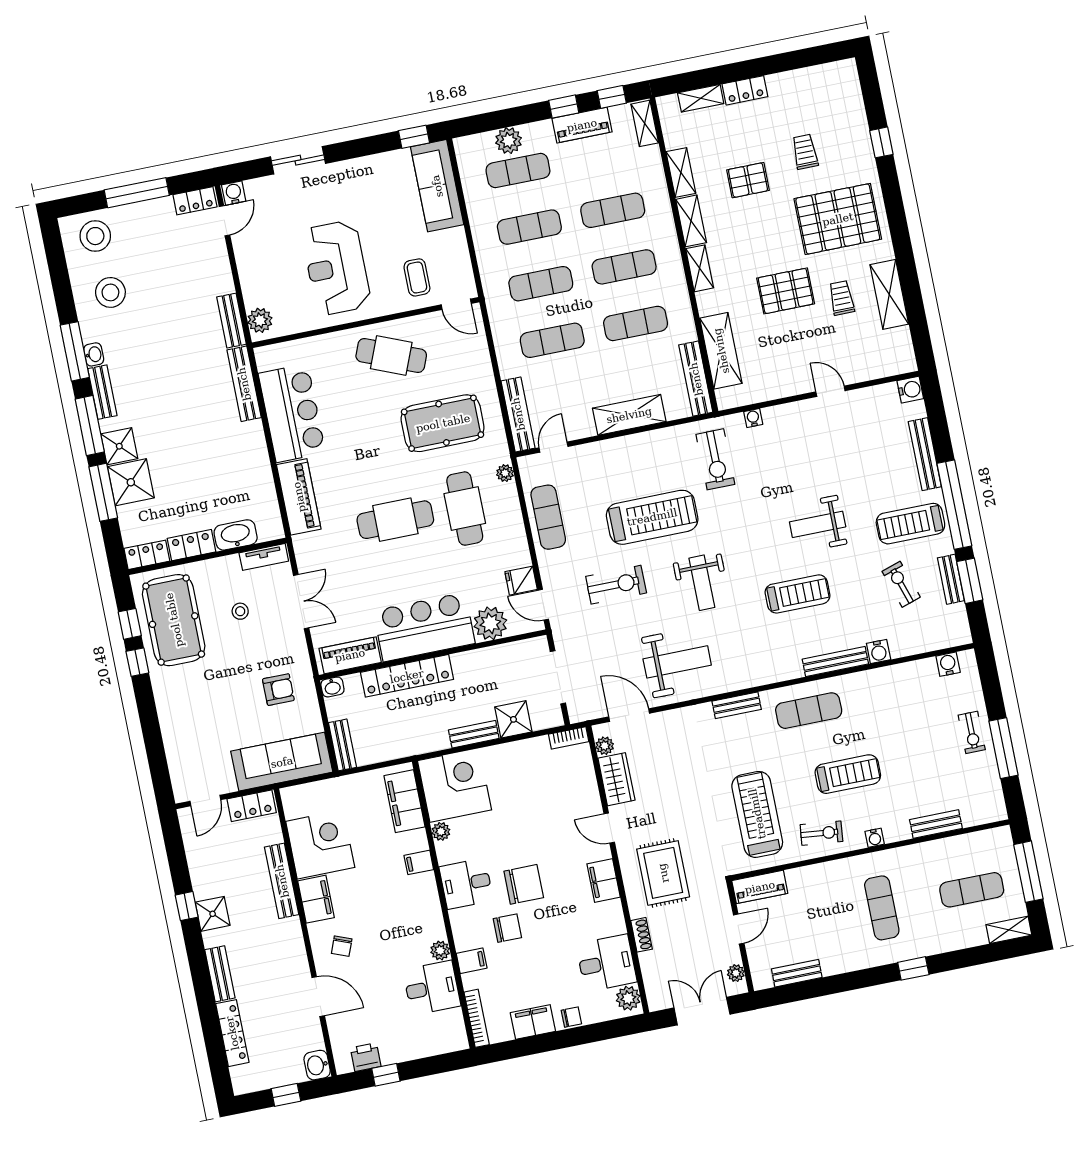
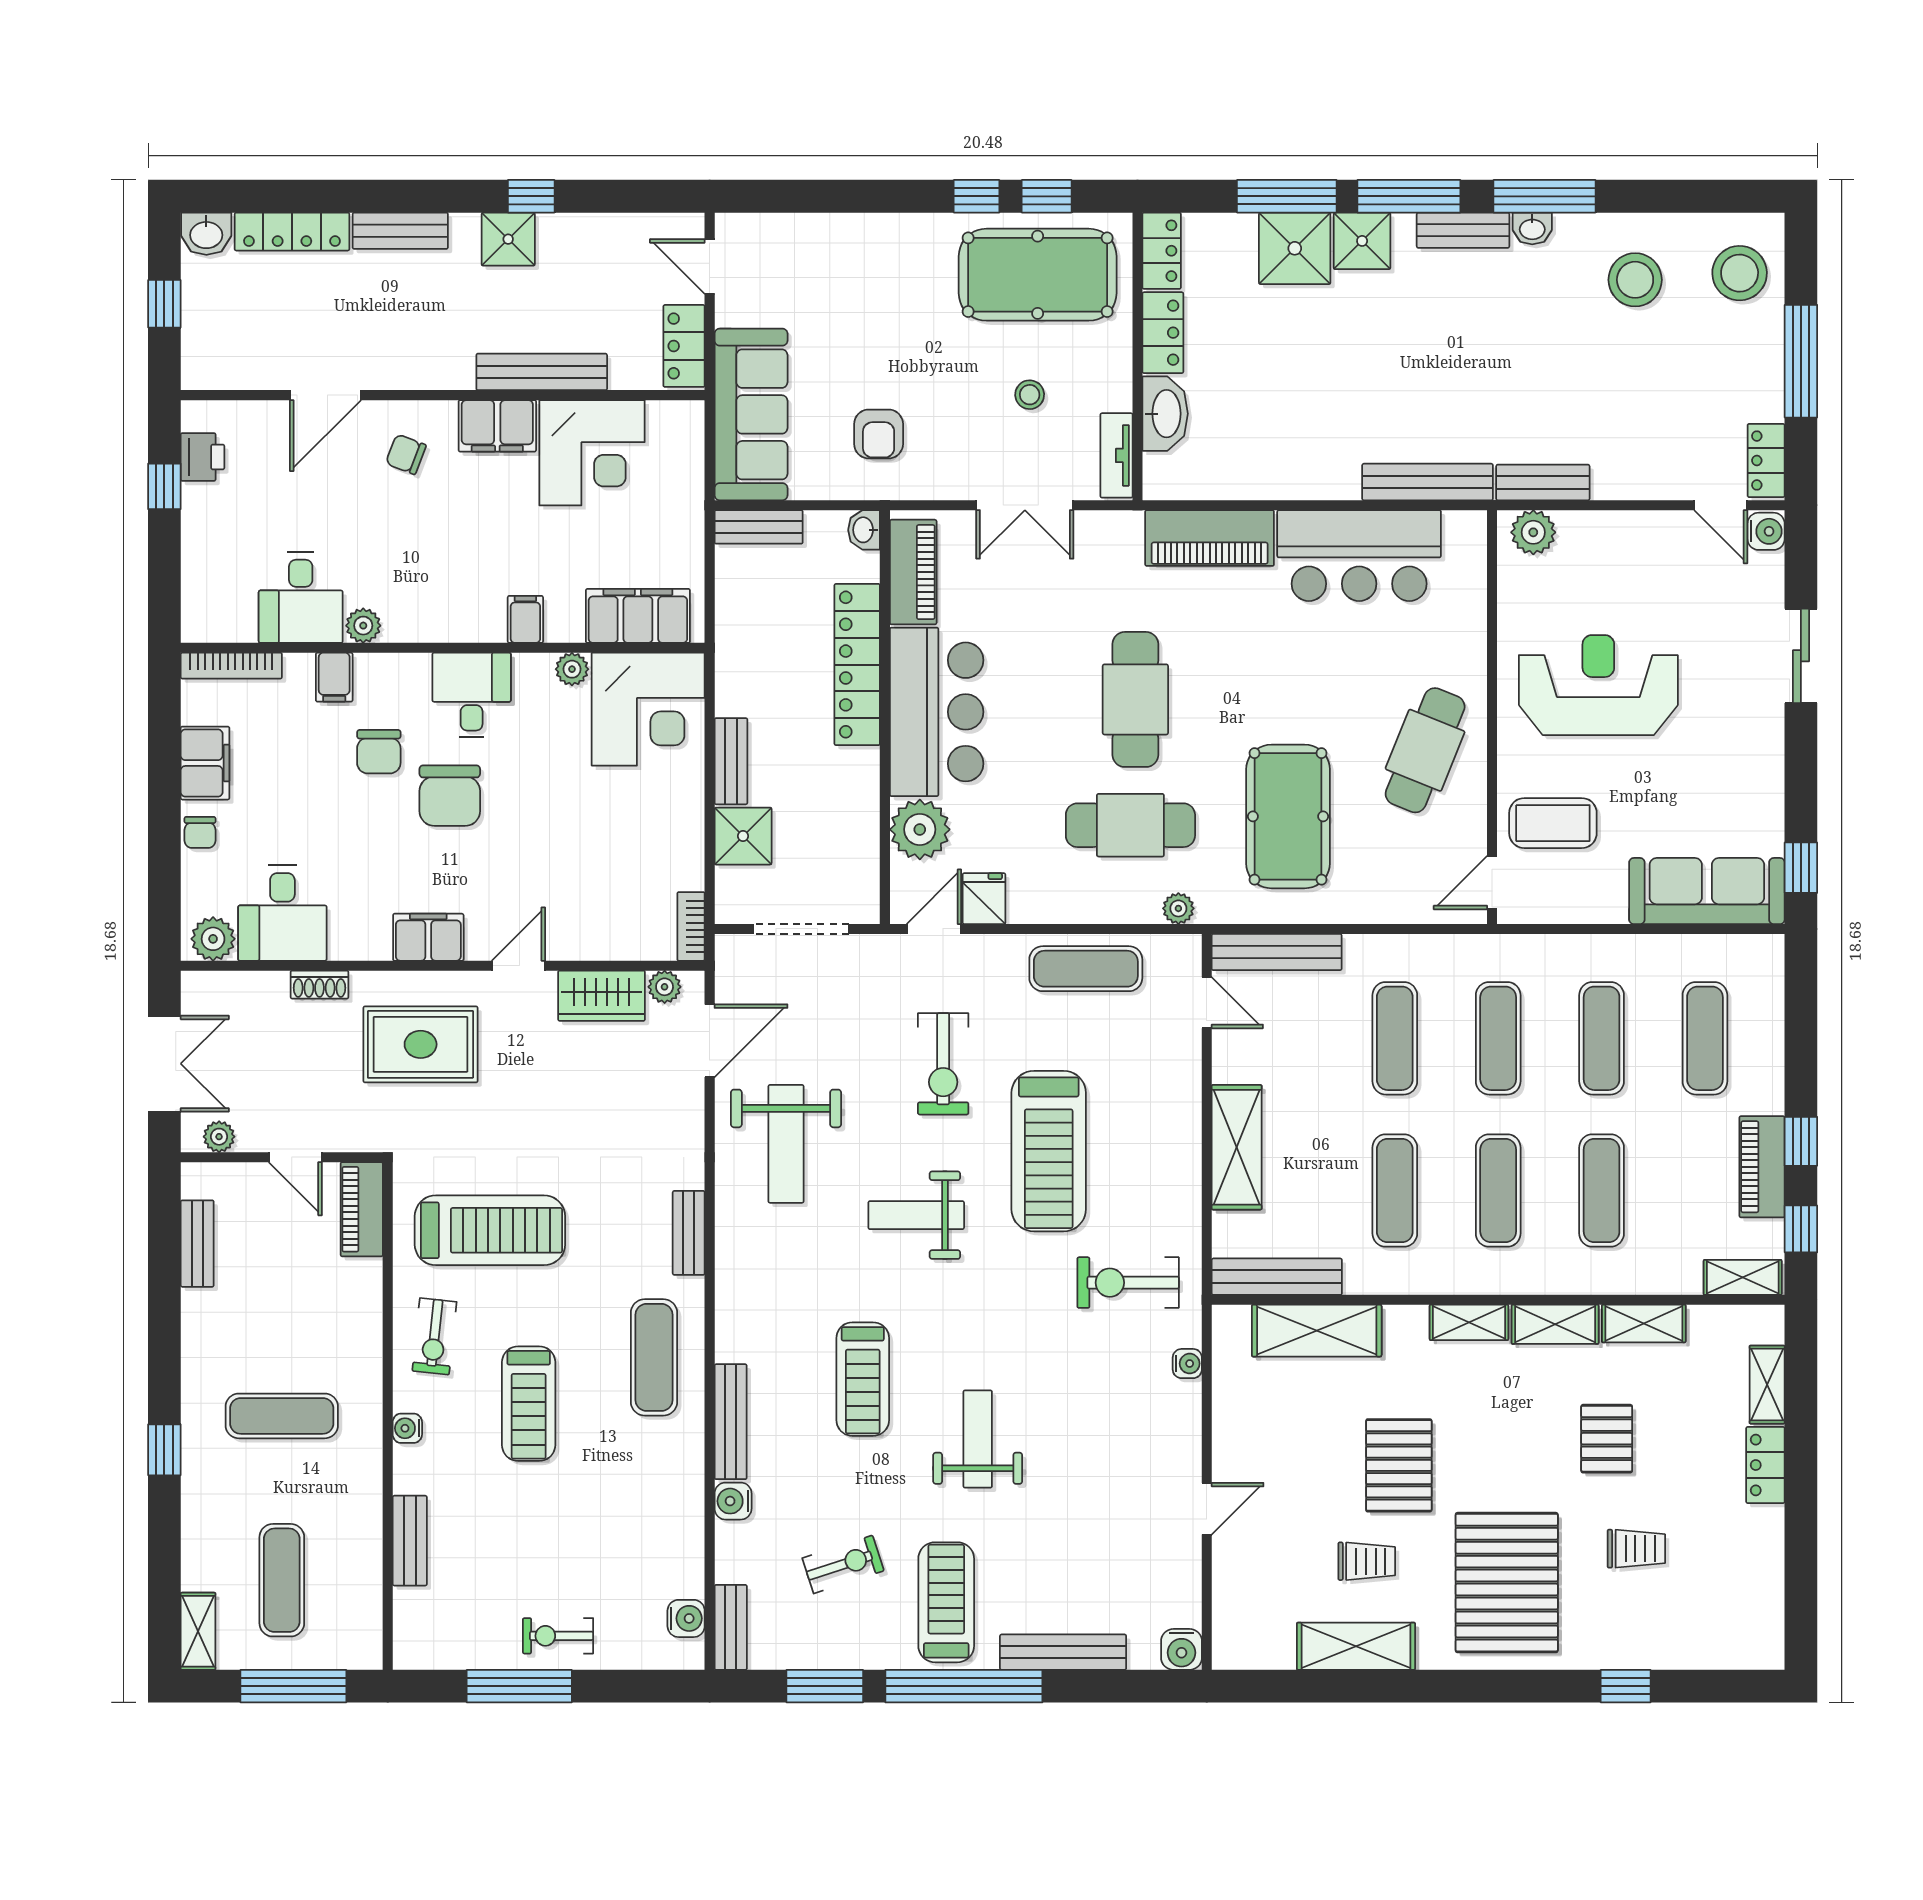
plant: (509, 141) -> (1761, 1032), removed
coffee table: (417, 277) -> (1553, 823), width x1.36, depth x1.30
bench: (951, 579) -> (731, 1627), moved, turned 90
washbasin: (317, 1065) -> (206, 234), moved, turned 180

